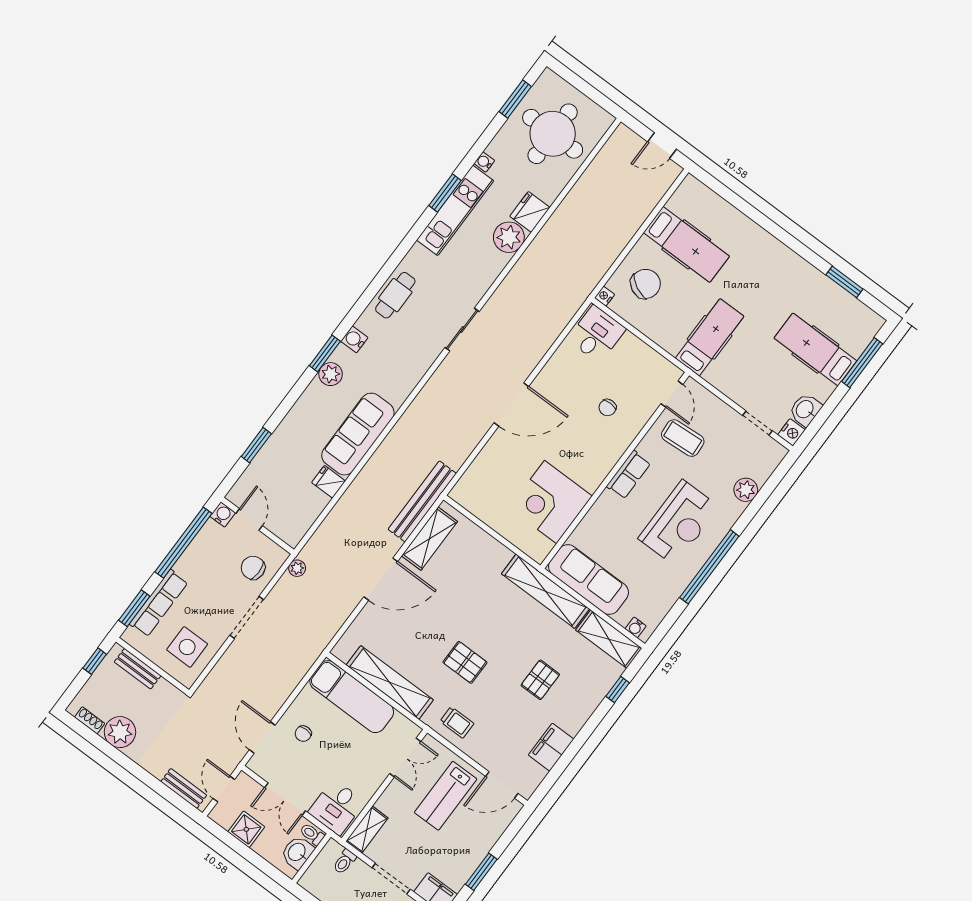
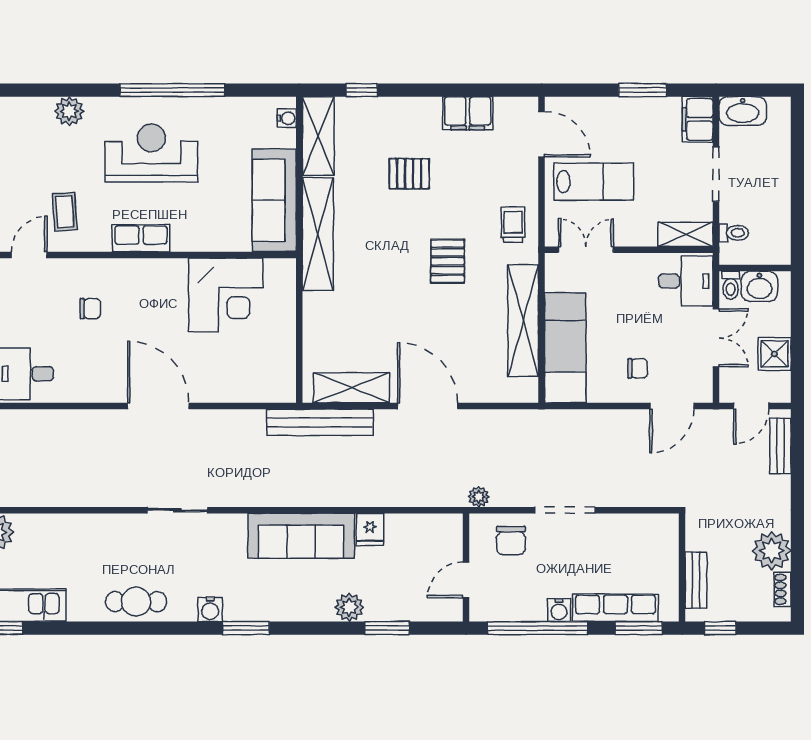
sliding door: (462, 330) -> (177, 510), moved
plant: (331, 374) -> (349, 607), moved
coffee table: (683, 438) -> (65, 212), width x0.73, depth x0.77
water cooler: (223, 514) -> (559, 610), moved, turned -90
side table: (187, 647) -> (638, 547), removed

